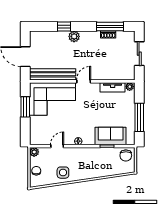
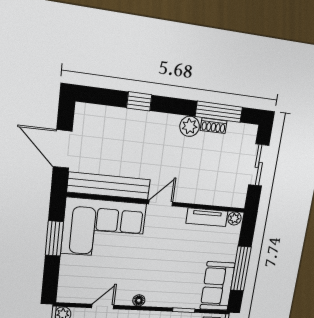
plant: (74, 36) -> (190, 126), moved
sofa: (111, 136) -> (217, 286), moved, turned -90

